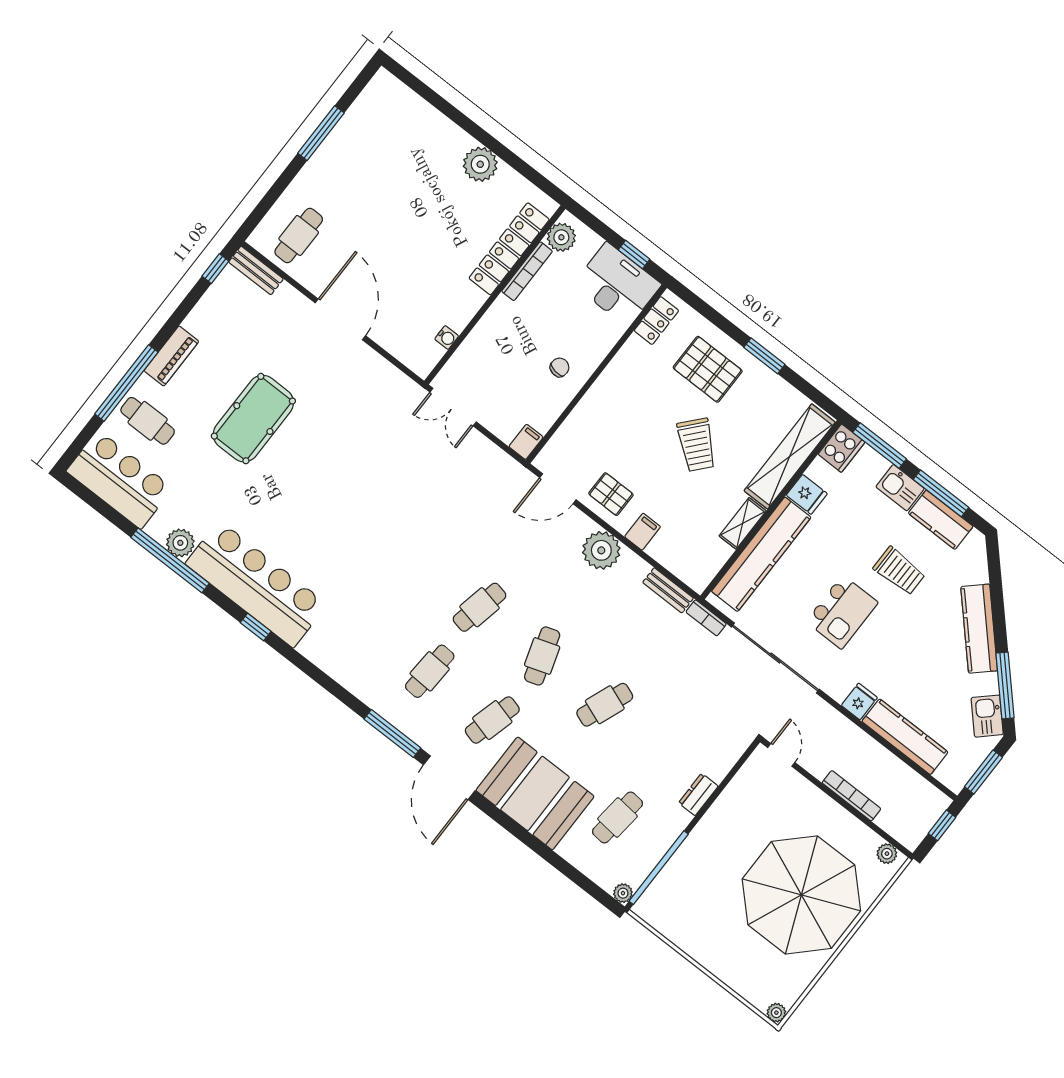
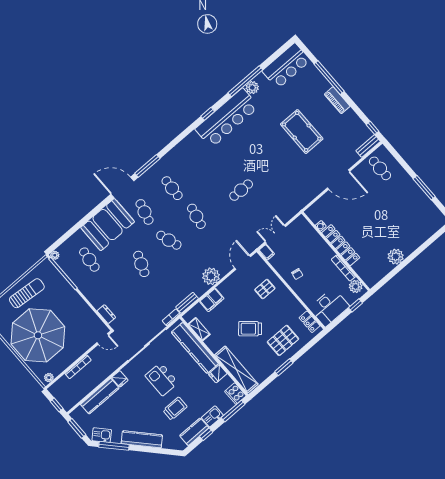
locker: (509, 249) -> (341, 245), moved
window: (634, 254) -> (356, 305), moved
double door: (453, 407) -> (275, 234), moved
cafe table: (148, 421) -> (241, 190), moved
window: (941, 493) -> (206, 434), width x0.46
pallet: (611, 494) -> (265, 289), moved
shelving: (743, 523) -> (199, 329), moved
filing cabinet: (643, 532) -> (212, 300), width x2.00
trolley: (899, 571) -> (175, 409), turned 180
dresser: (698, 794) -> (106, 314), moved
sun lounger: (716, 937) -> (27, 293), added

